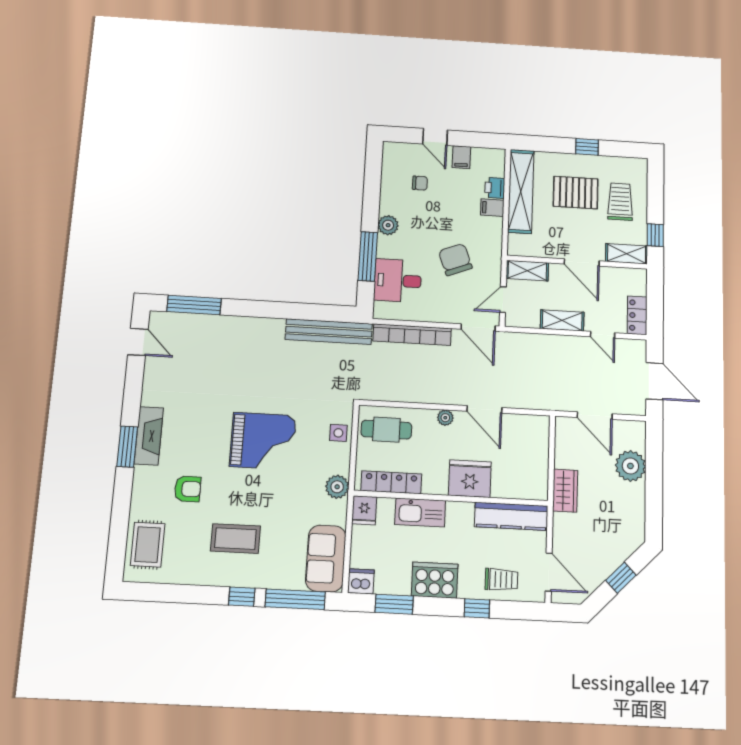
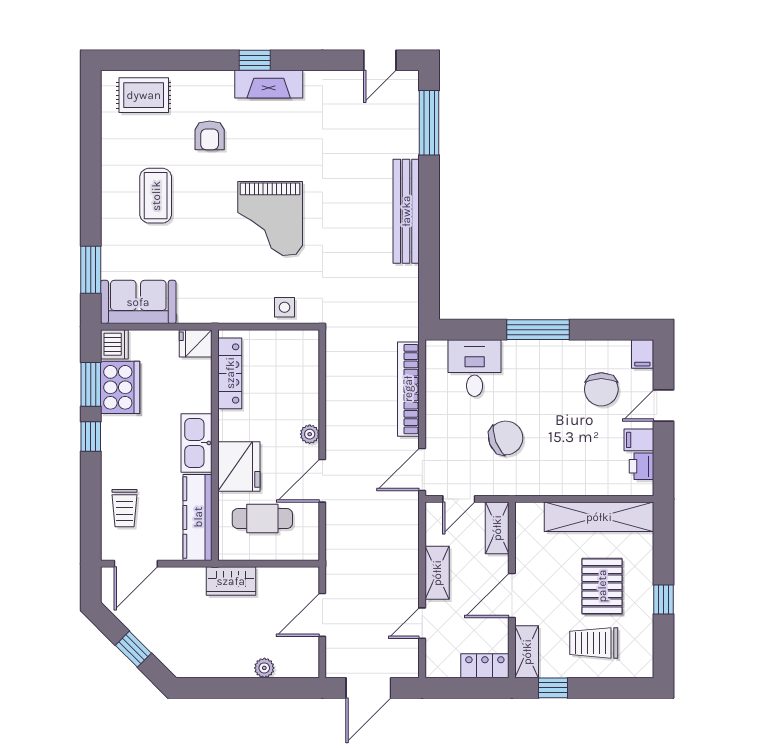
chair: (420, 183) -> (601, 389), width x1.87, depth x1.87
printer: (495, 188) -> (641, 466), moved, turned -90
trolley: (620, 202) -> (594, 643), turned 180
filing cabinet: (492, 208) -> (642, 354), moved, turned 180
plant: (388, 225) -> (544, 352), removed
window: (368, 256) -> (538, 330), moved
door: (503, 300) -> (459, 499), swing flipped
locker: (637, 315) -> (485, 666), moved
bench: (329, 332) -> (406, 211), moved
cafe table: (386, 430) -> (262, 519), moved, turned 90
window: (127, 447) -> (255, 60), width x0.67
plant: (630, 466) -> (264, 668), width x0.53, depth x0.53
plant: (337, 487) -> (221, 310), removed
kitchen sink: (420, 512) -> (197, 443), moved
cooker: (435, 580) -> (120, 387), moved
window: (242, 597) -> (91, 208), removed
window: (295, 599) -> (91, 270), width x0.69
window: (477, 608) -> (91, 437), moved

